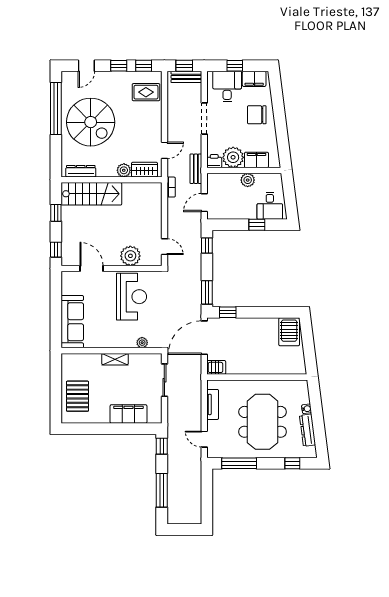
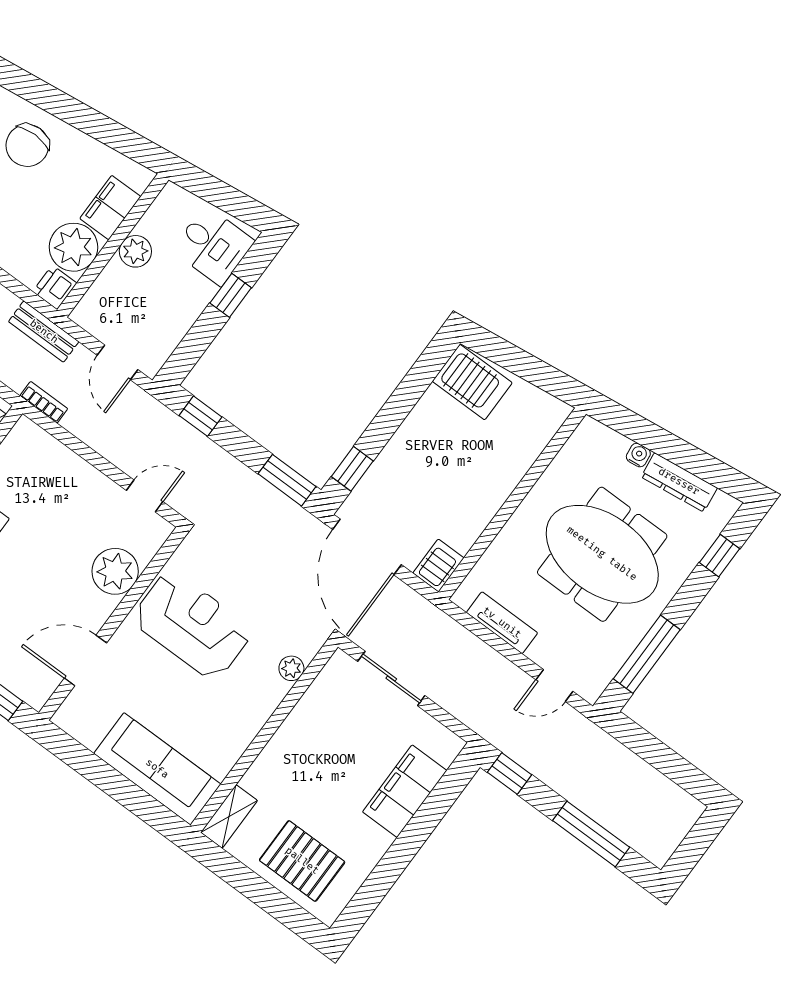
shelving: (115, 359) -> (229, 817), moved

